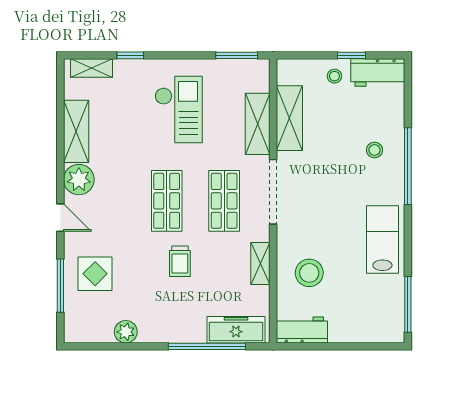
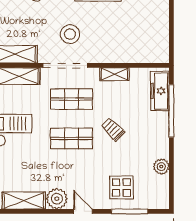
door: (60, 218) -> (83, 211), hinge flipped
trolley: (180, 261) -> (113, 129), turned -135
stool: (309, 273) -> (70, 34), moved
workbench: (302, 330) -> (160, 46), removed

